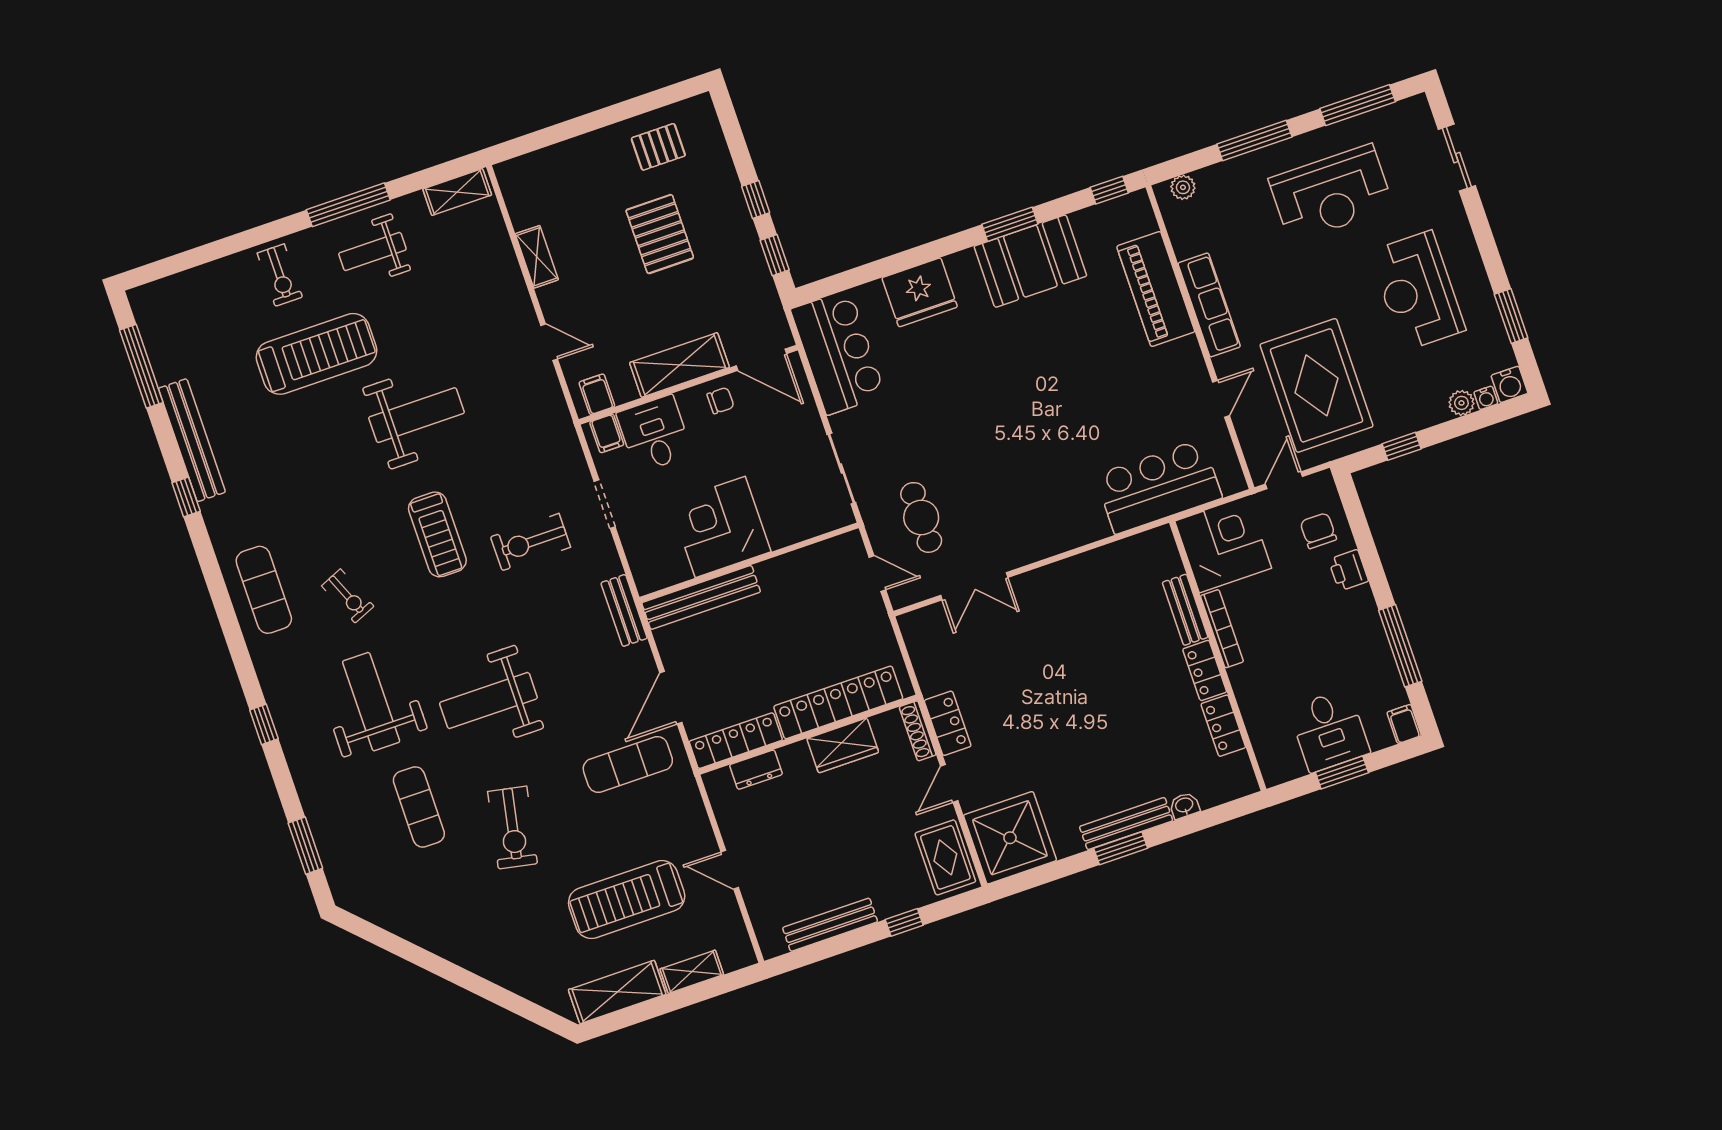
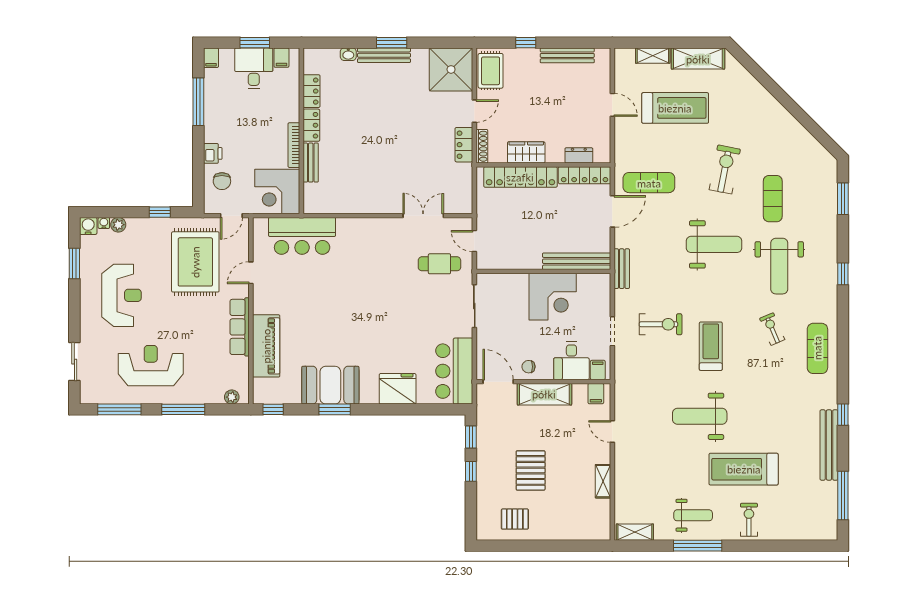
cafe table: (921, 517) -> (439, 264), turned 90
filing cabinet: (1290, 763) -> (281, 58), added

